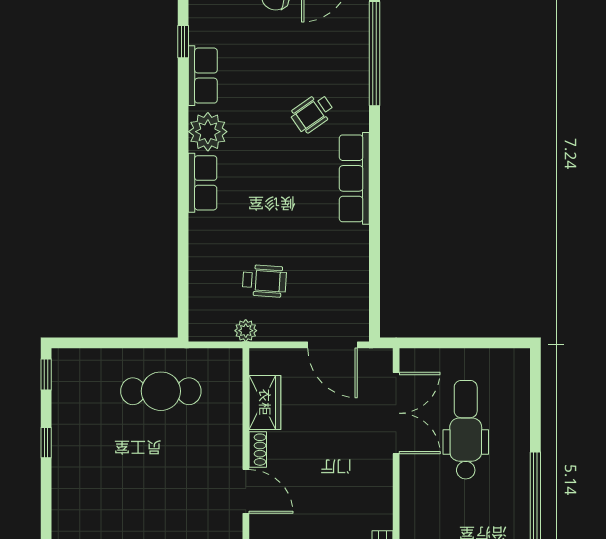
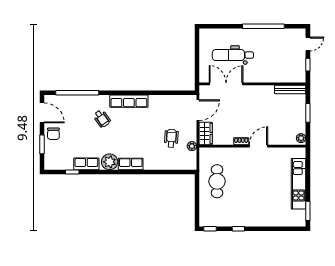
wardrobe: (265, 402) -> (206, 133), moved, turned 90

